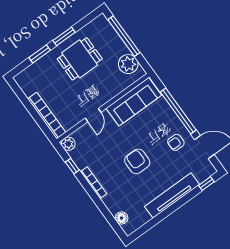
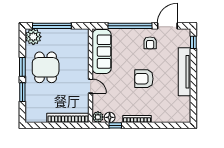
plant: (128, 64) -> (33, 37), moved
floor lamp: (122, 218) -> (110, 117), moved

